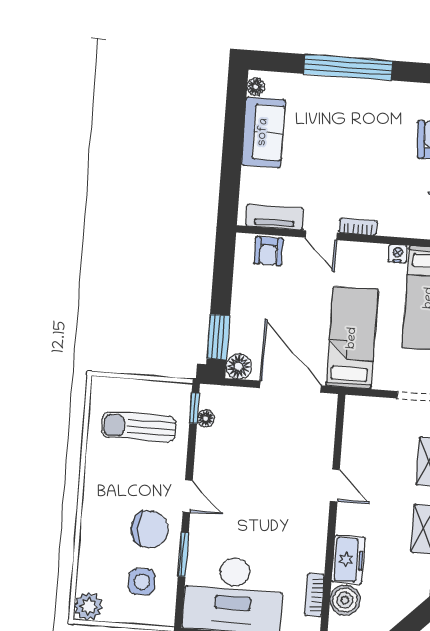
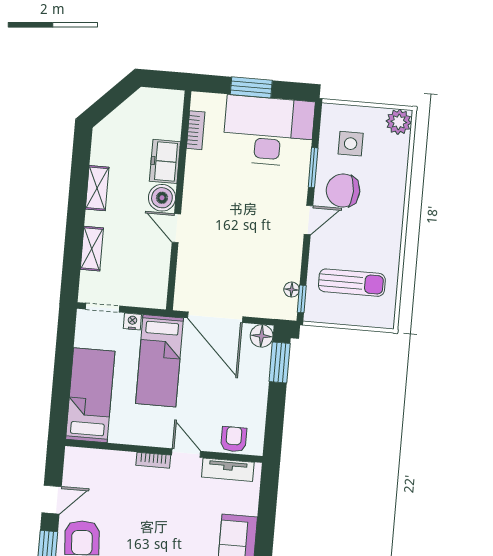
nightstand: (398, 254) -> (132, 321), moved, turned 180
door: (188, 496) -> (309, 220), swing flipped
boiler: (345, 600) -> (162, 198), moved

